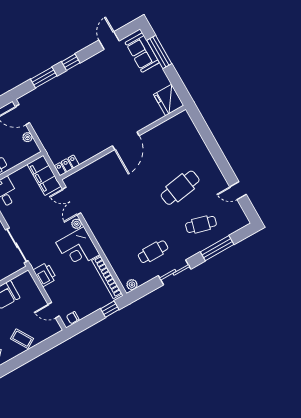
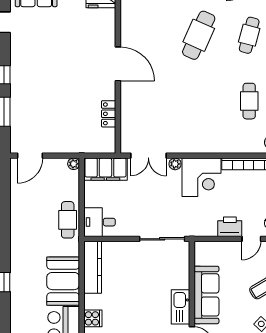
plant: (27, 137) -> (74, 164), moved
locker: (67, 165) -> (109, 114), moved
cafe table: (180, 188) -> (199, 35), turned 33
printer: (45, 274) -> (230, 227), moved

